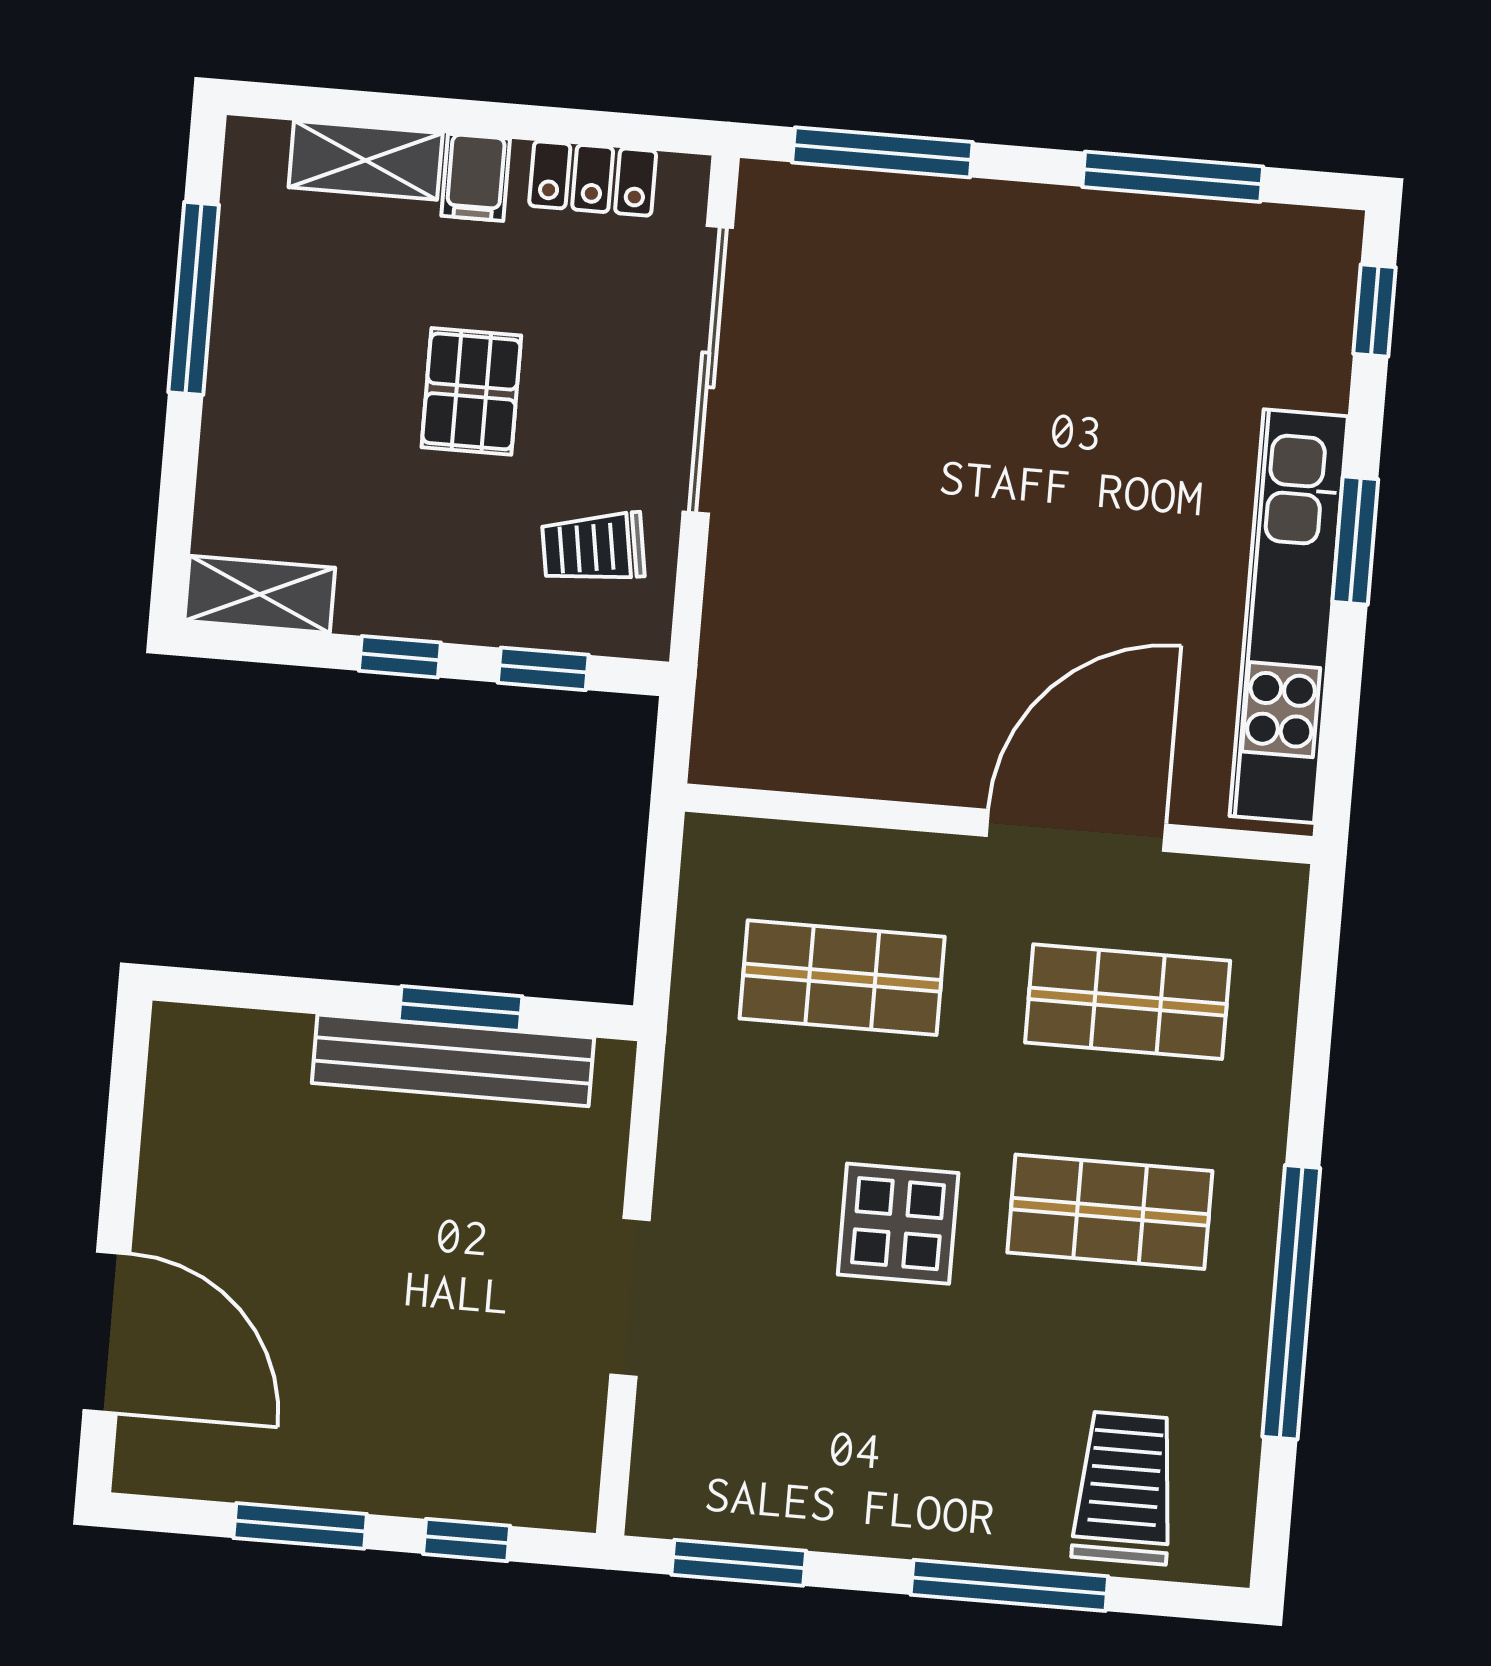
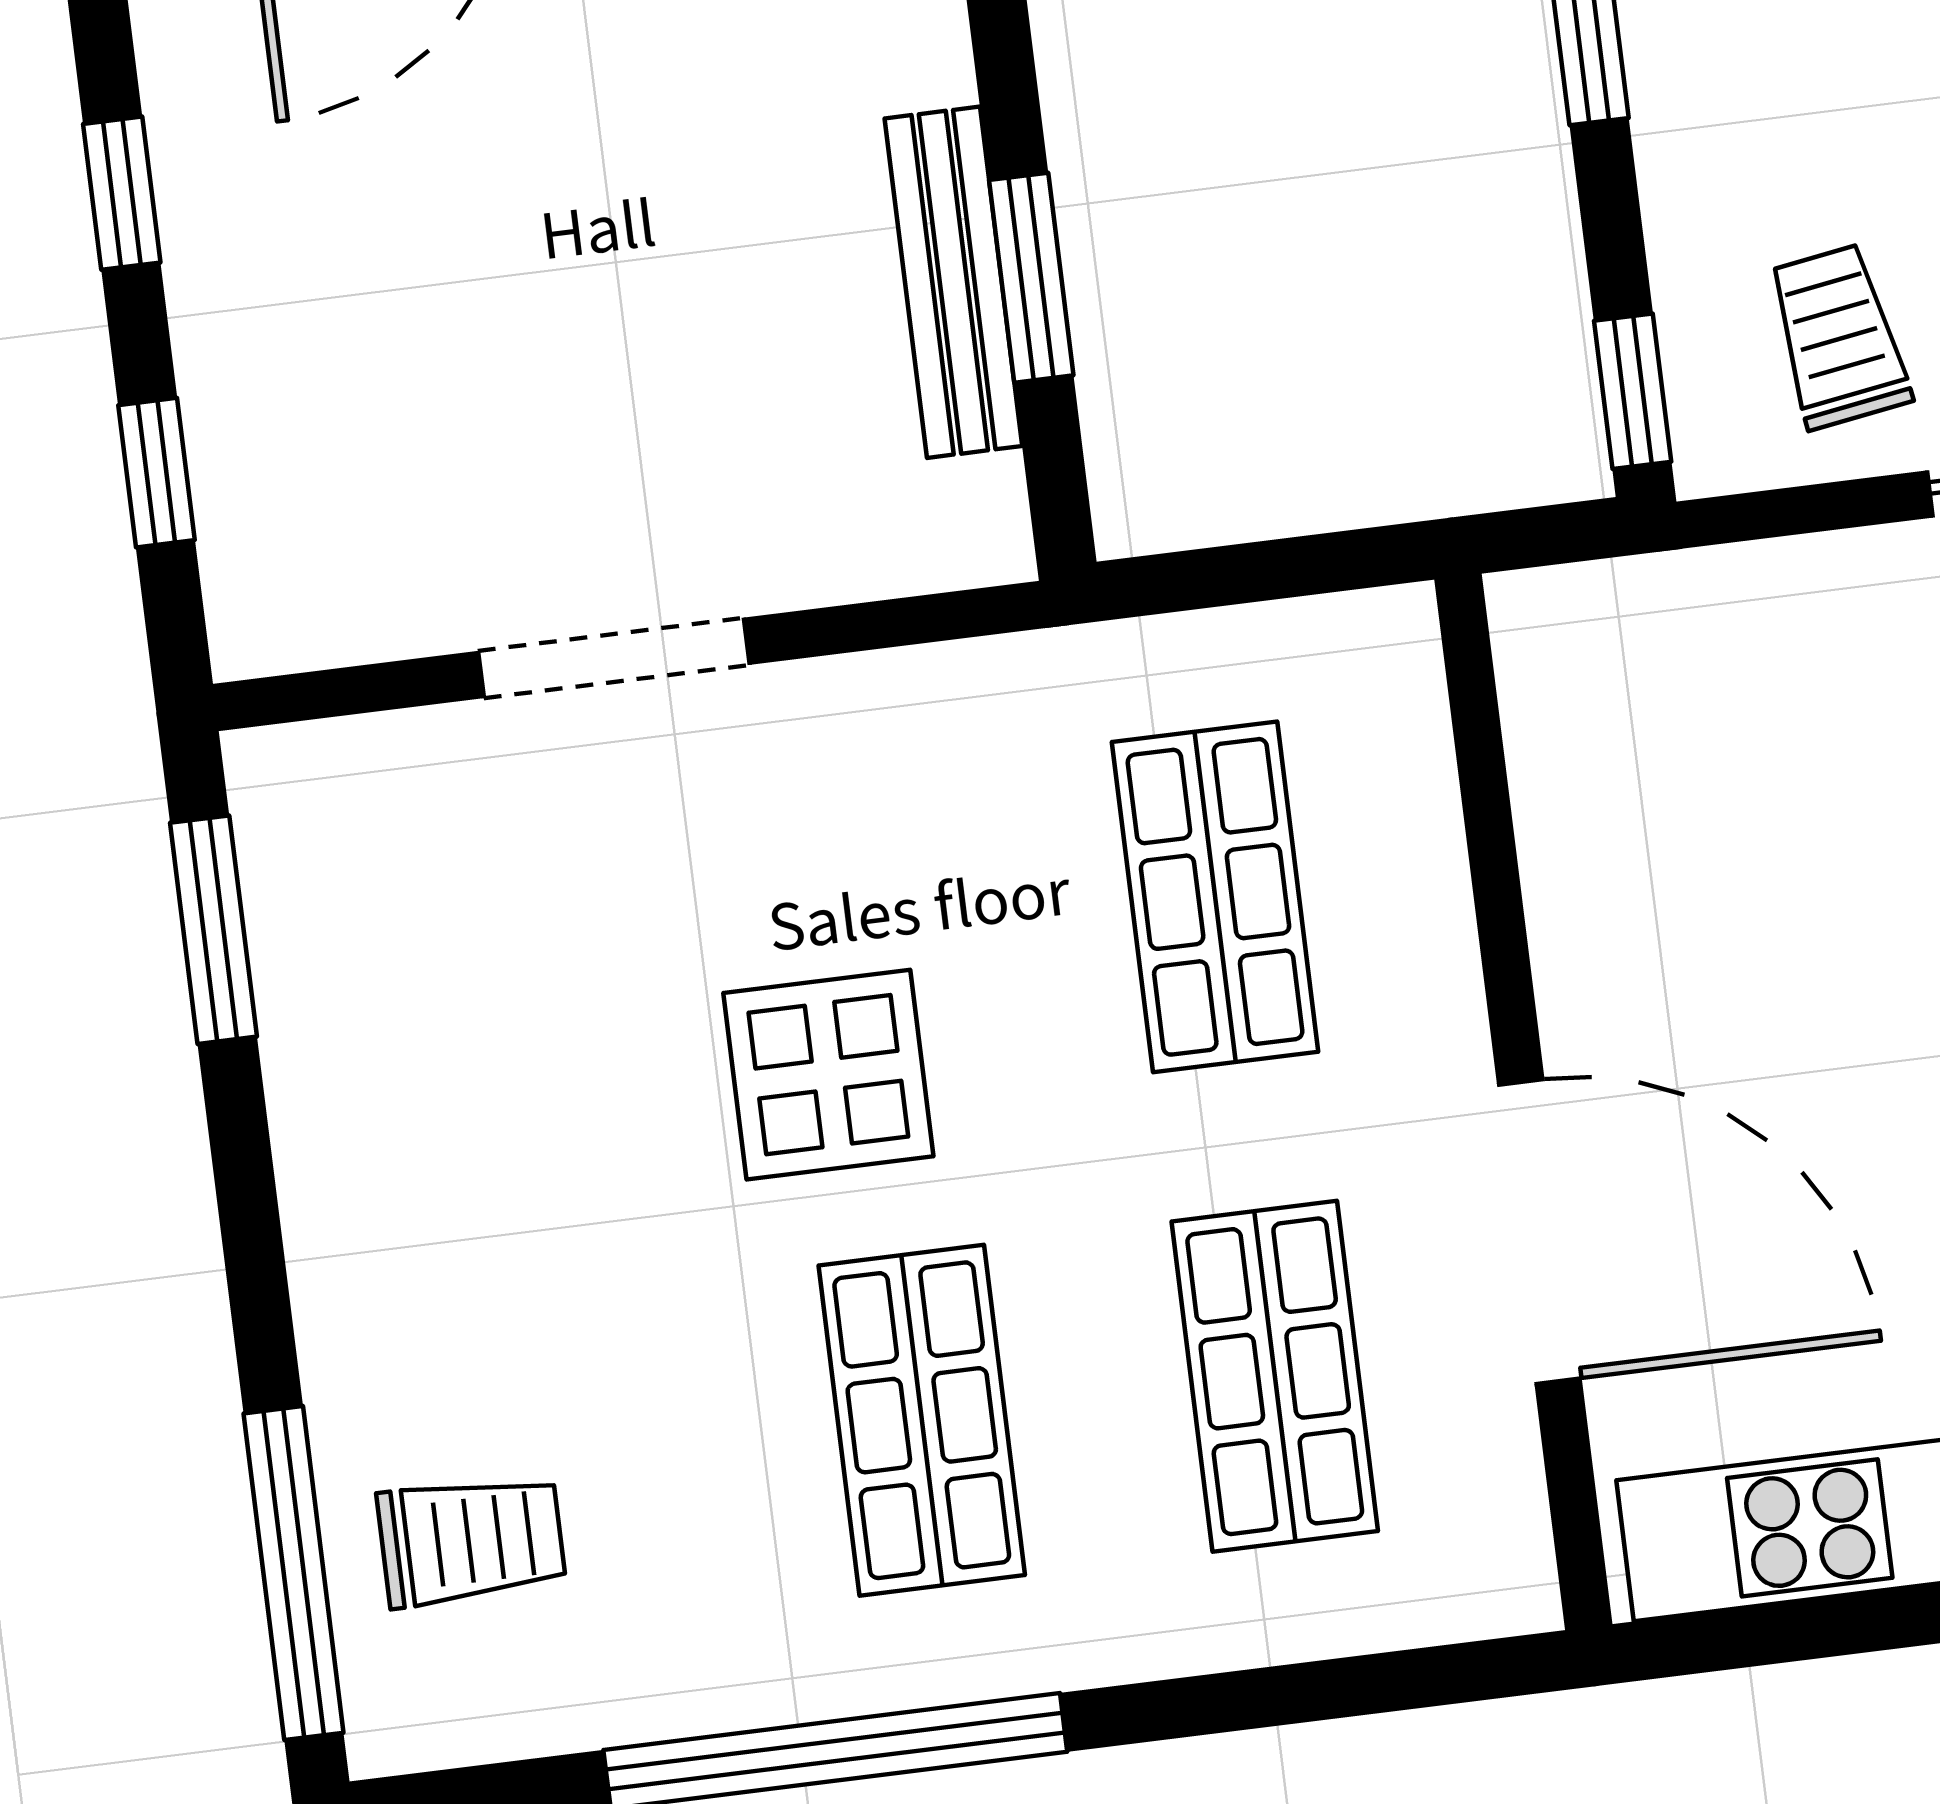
window: (543, 669) -> (1633, 391), moved
bench: (453, 1060) -> (953, 282), width x0.73, depth x0.82
trolley: (1125, 1488) -> (471, 1540), width x0.73, depth x0.72
window: (300, 1526) -> (122, 193), width x0.67
window: (1009, 1585) -> (294, 1573), moved

